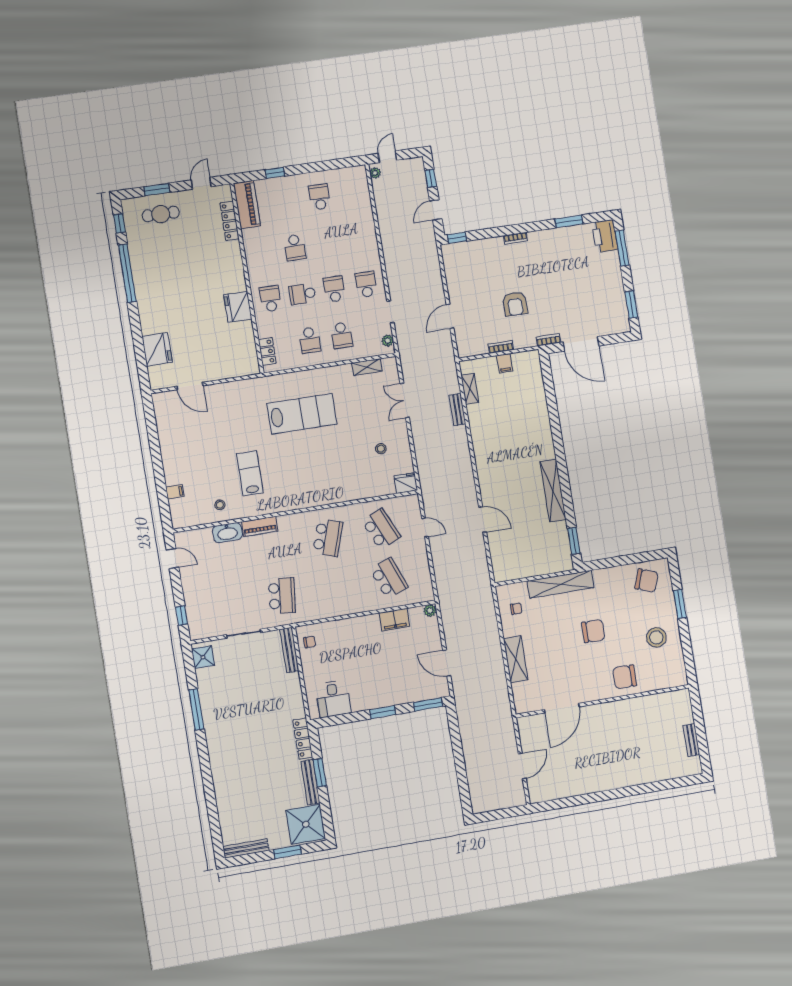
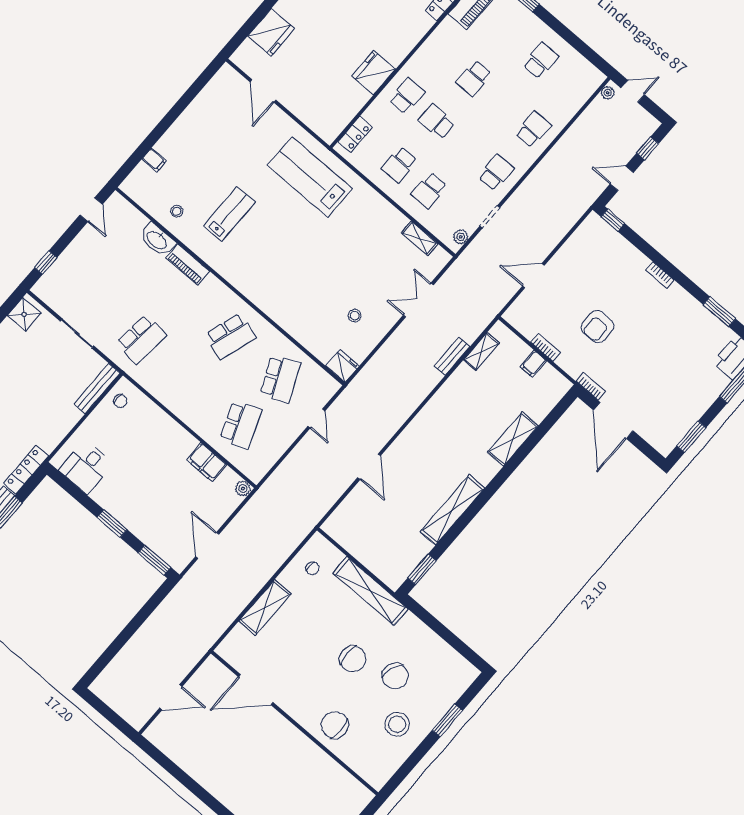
school desk: (334, 289) -> (533, 129), moved
lab bench: (302, 414) -> (310, 177), moved, turned 180
shelving: (541, 416) -> (513, 439), added
chair: (646, 580) -> (395, 676), moved

